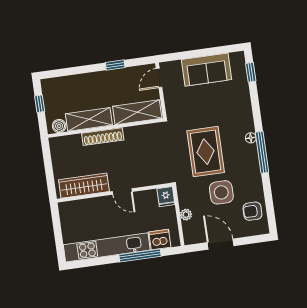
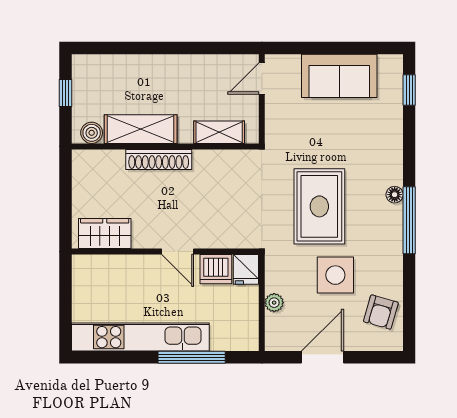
window: (115, 65) -> (195, 48), removed
shelving: (137, 112) -> (219, 132), width x0.67, depth x0.75
wardrobe: (84, 186) -> (105, 233), width x0.67
armchair: (252, 211) -> (381, 312), turned -74
dishwasher: (160, 240) -> (216, 269), moved, turned 180
door: (221, 244) -> (323, 357), hinge flipped

